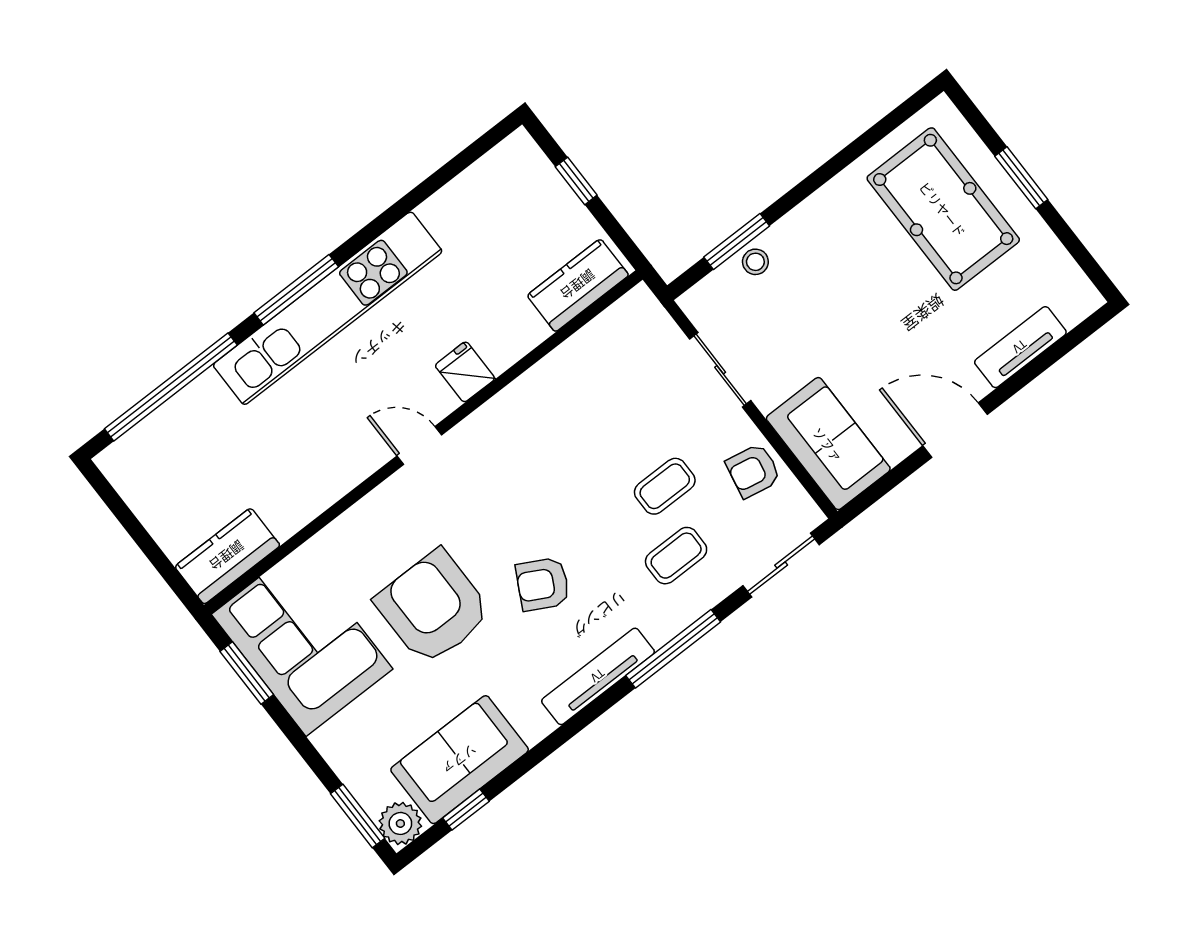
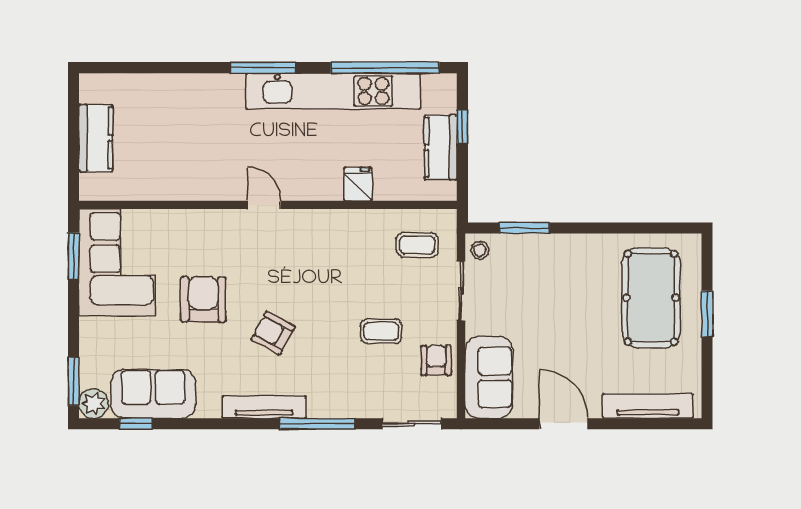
stool: (755, 262) -> (480, 250), moved
kitchen counter: (578, 285) -> (441, 147), moved, turned -90
kitchen unit: (328, 308) -> (333, 91), moved
tv unit: (1020, 347) -> (648, 406), width x1.41
fridge: (465, 372) -> (358, 184), moved
window: (171, 387) -> (385, 68), moved
armchair: (753, 471) -> (436, 360), turned 79
kitchen counter: (227, 556) -> (96, 138), moved, turned 90
coffee table: (676, 556) -> (417, 245), moved
armchair: (433, 607) -> (203, 299), width x0.73, depth x0.73

